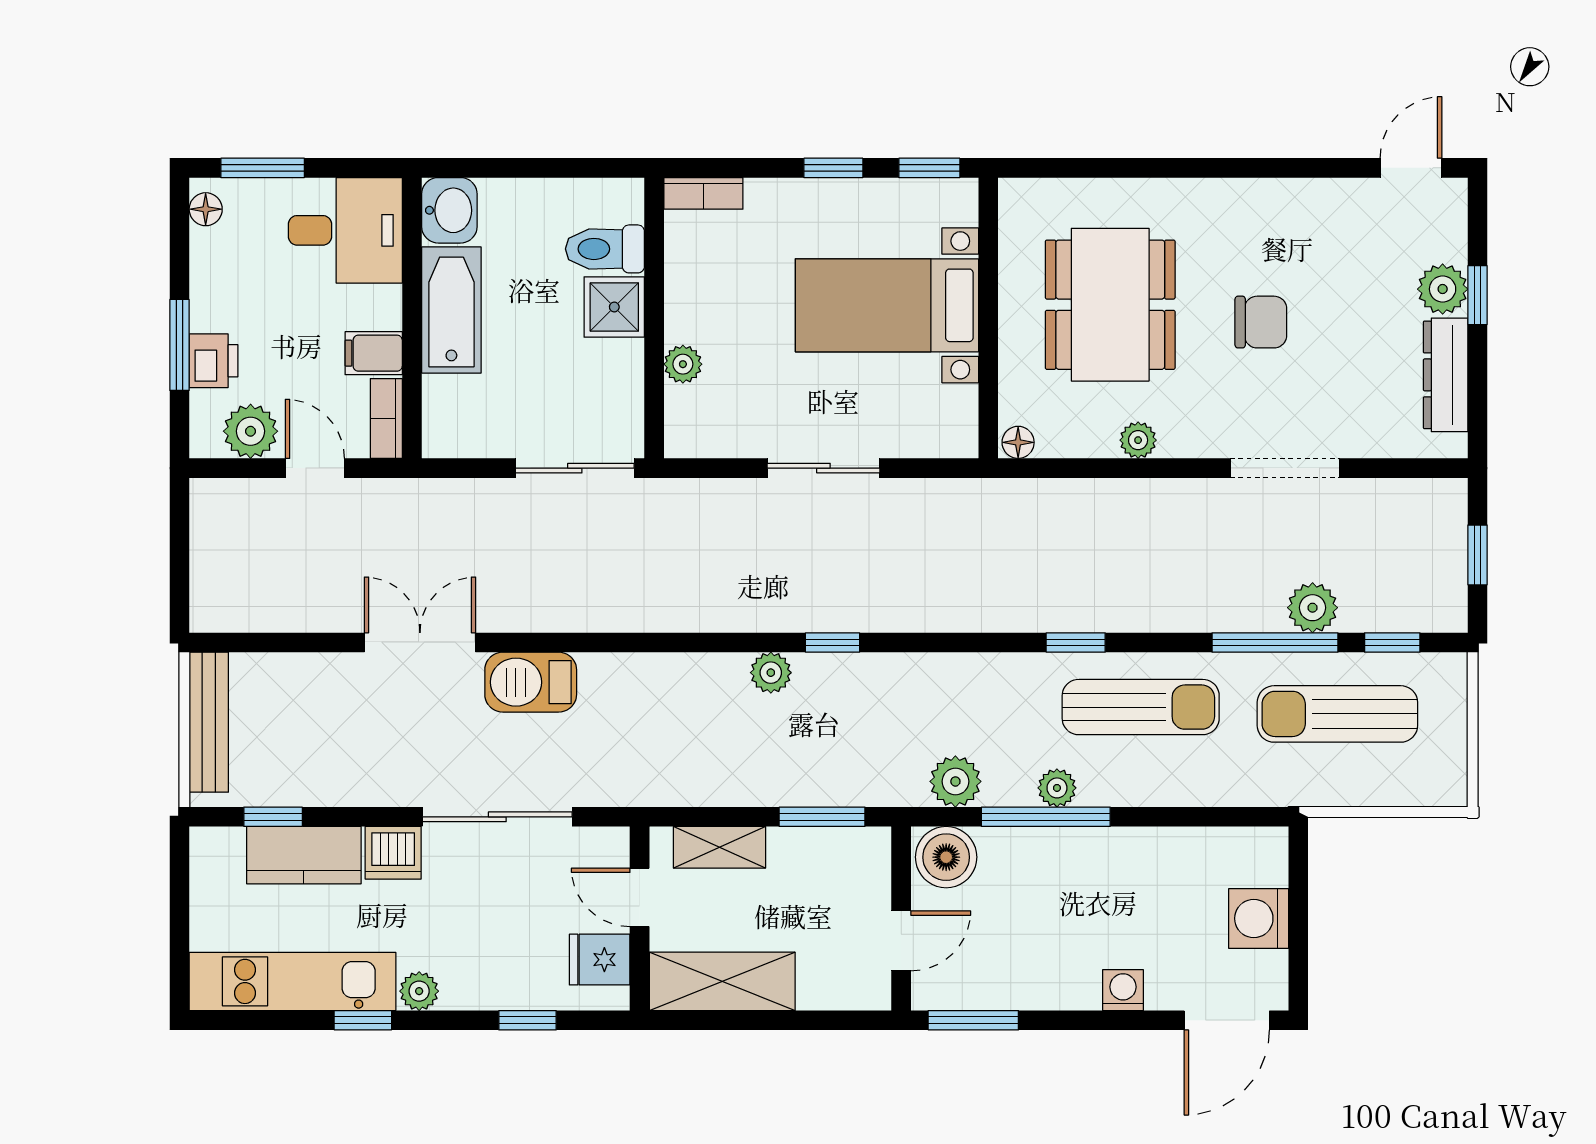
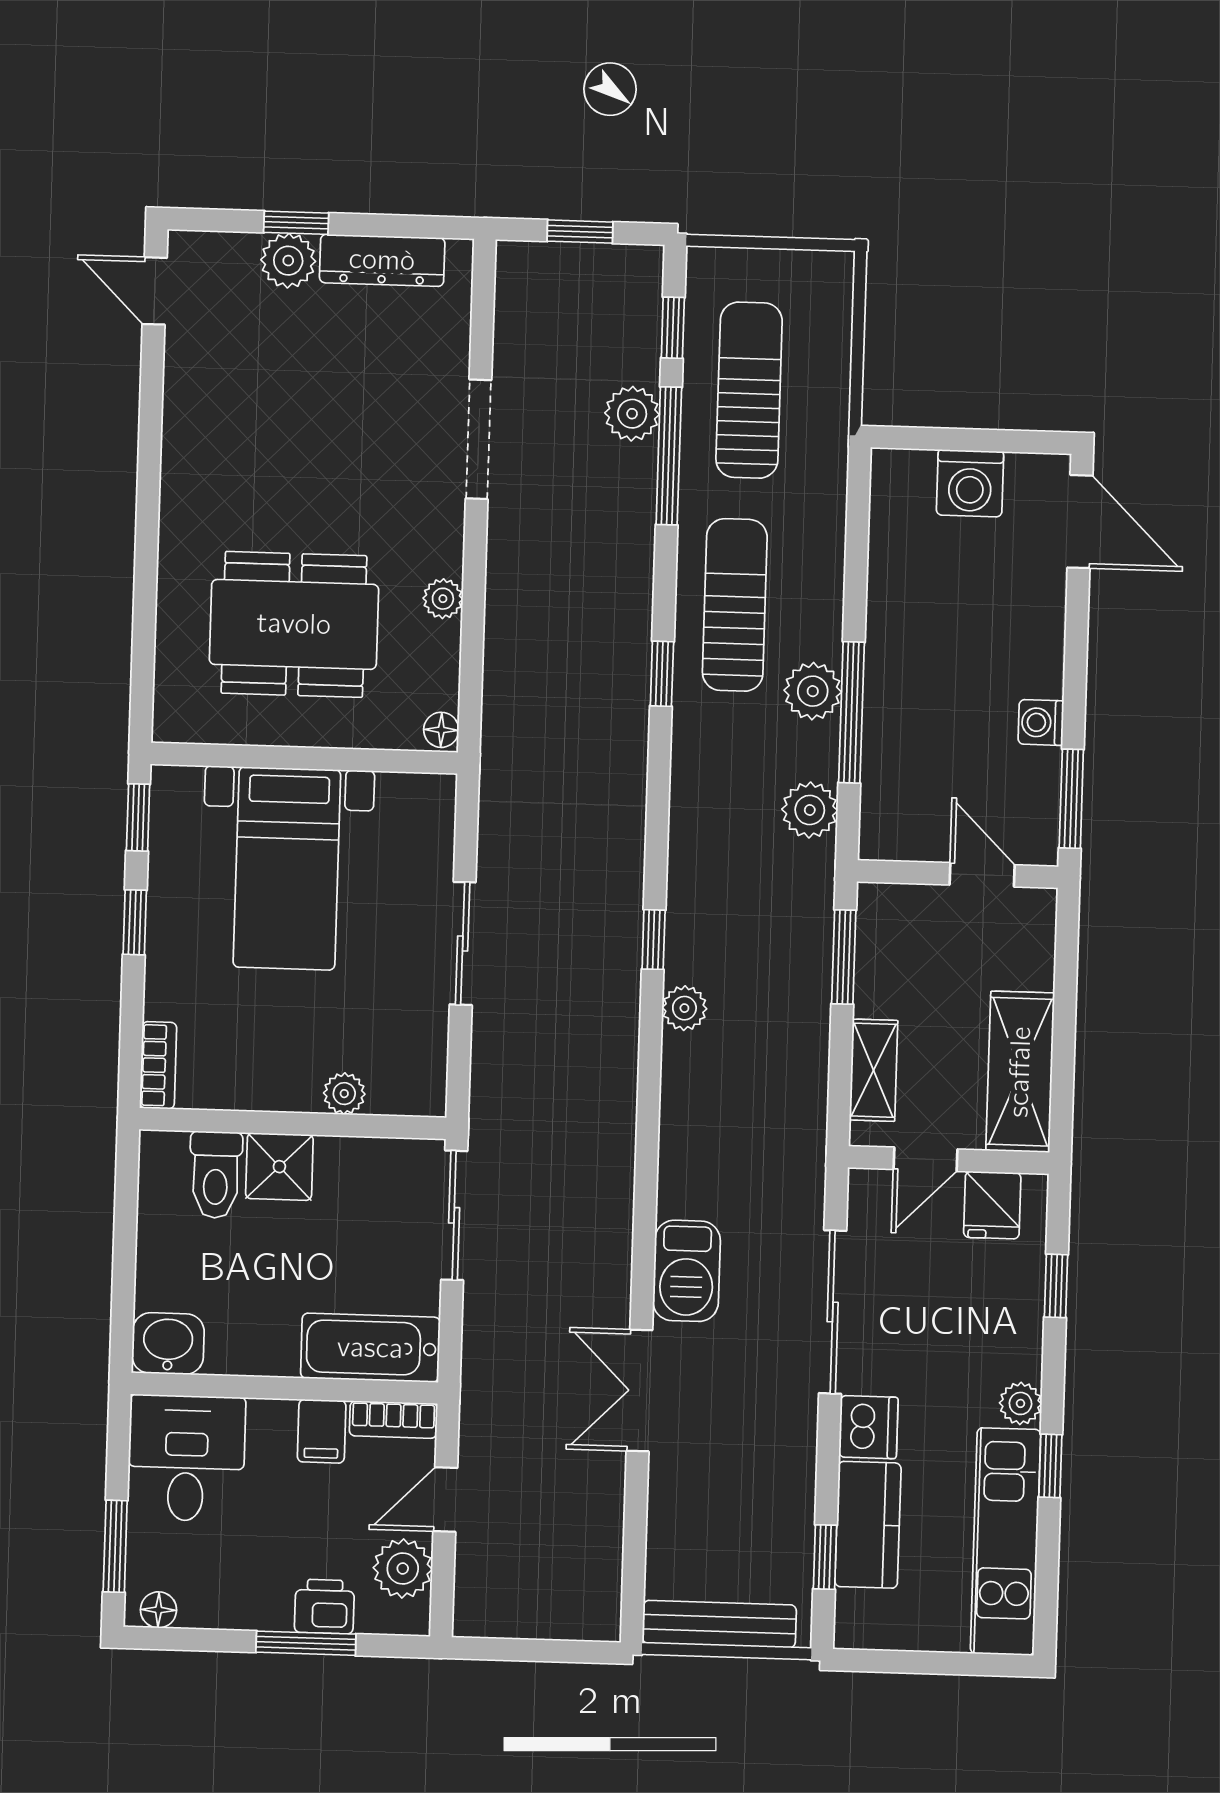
bathtub: (451, 310) -> (370, 1348), moved
chair: (1261, 322) -> (318, 460), removed
sun lounger: (1337, 714) -> (749, 390), turned 180
plant: (1057, 788) -> (813, 691), width x1.38, depth x1.38
boiler: (946, 857) -> (892, 823), removed
washing machine: (1123, 990) -> (1041, 722), moved

